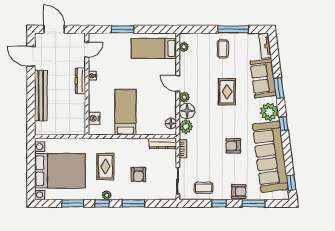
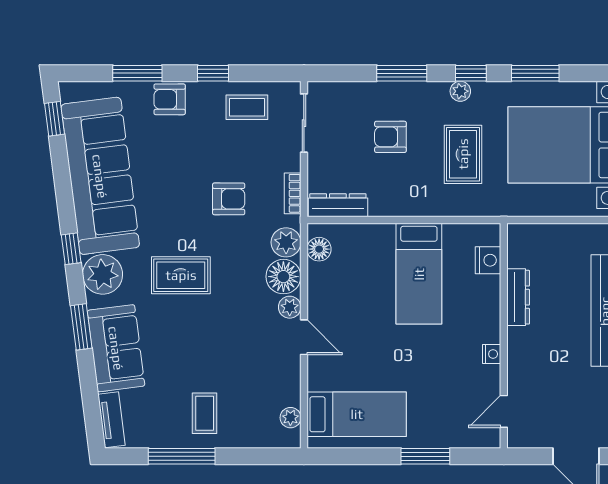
dresser: (80, 81) -> (518, 297), moved
rug: (227, 92) -> (181, 275), moved, turned 90
armchair: (233, 146) -> (229, 199), moved
armchair: (138, 174) -> (390, 137), turned -90

